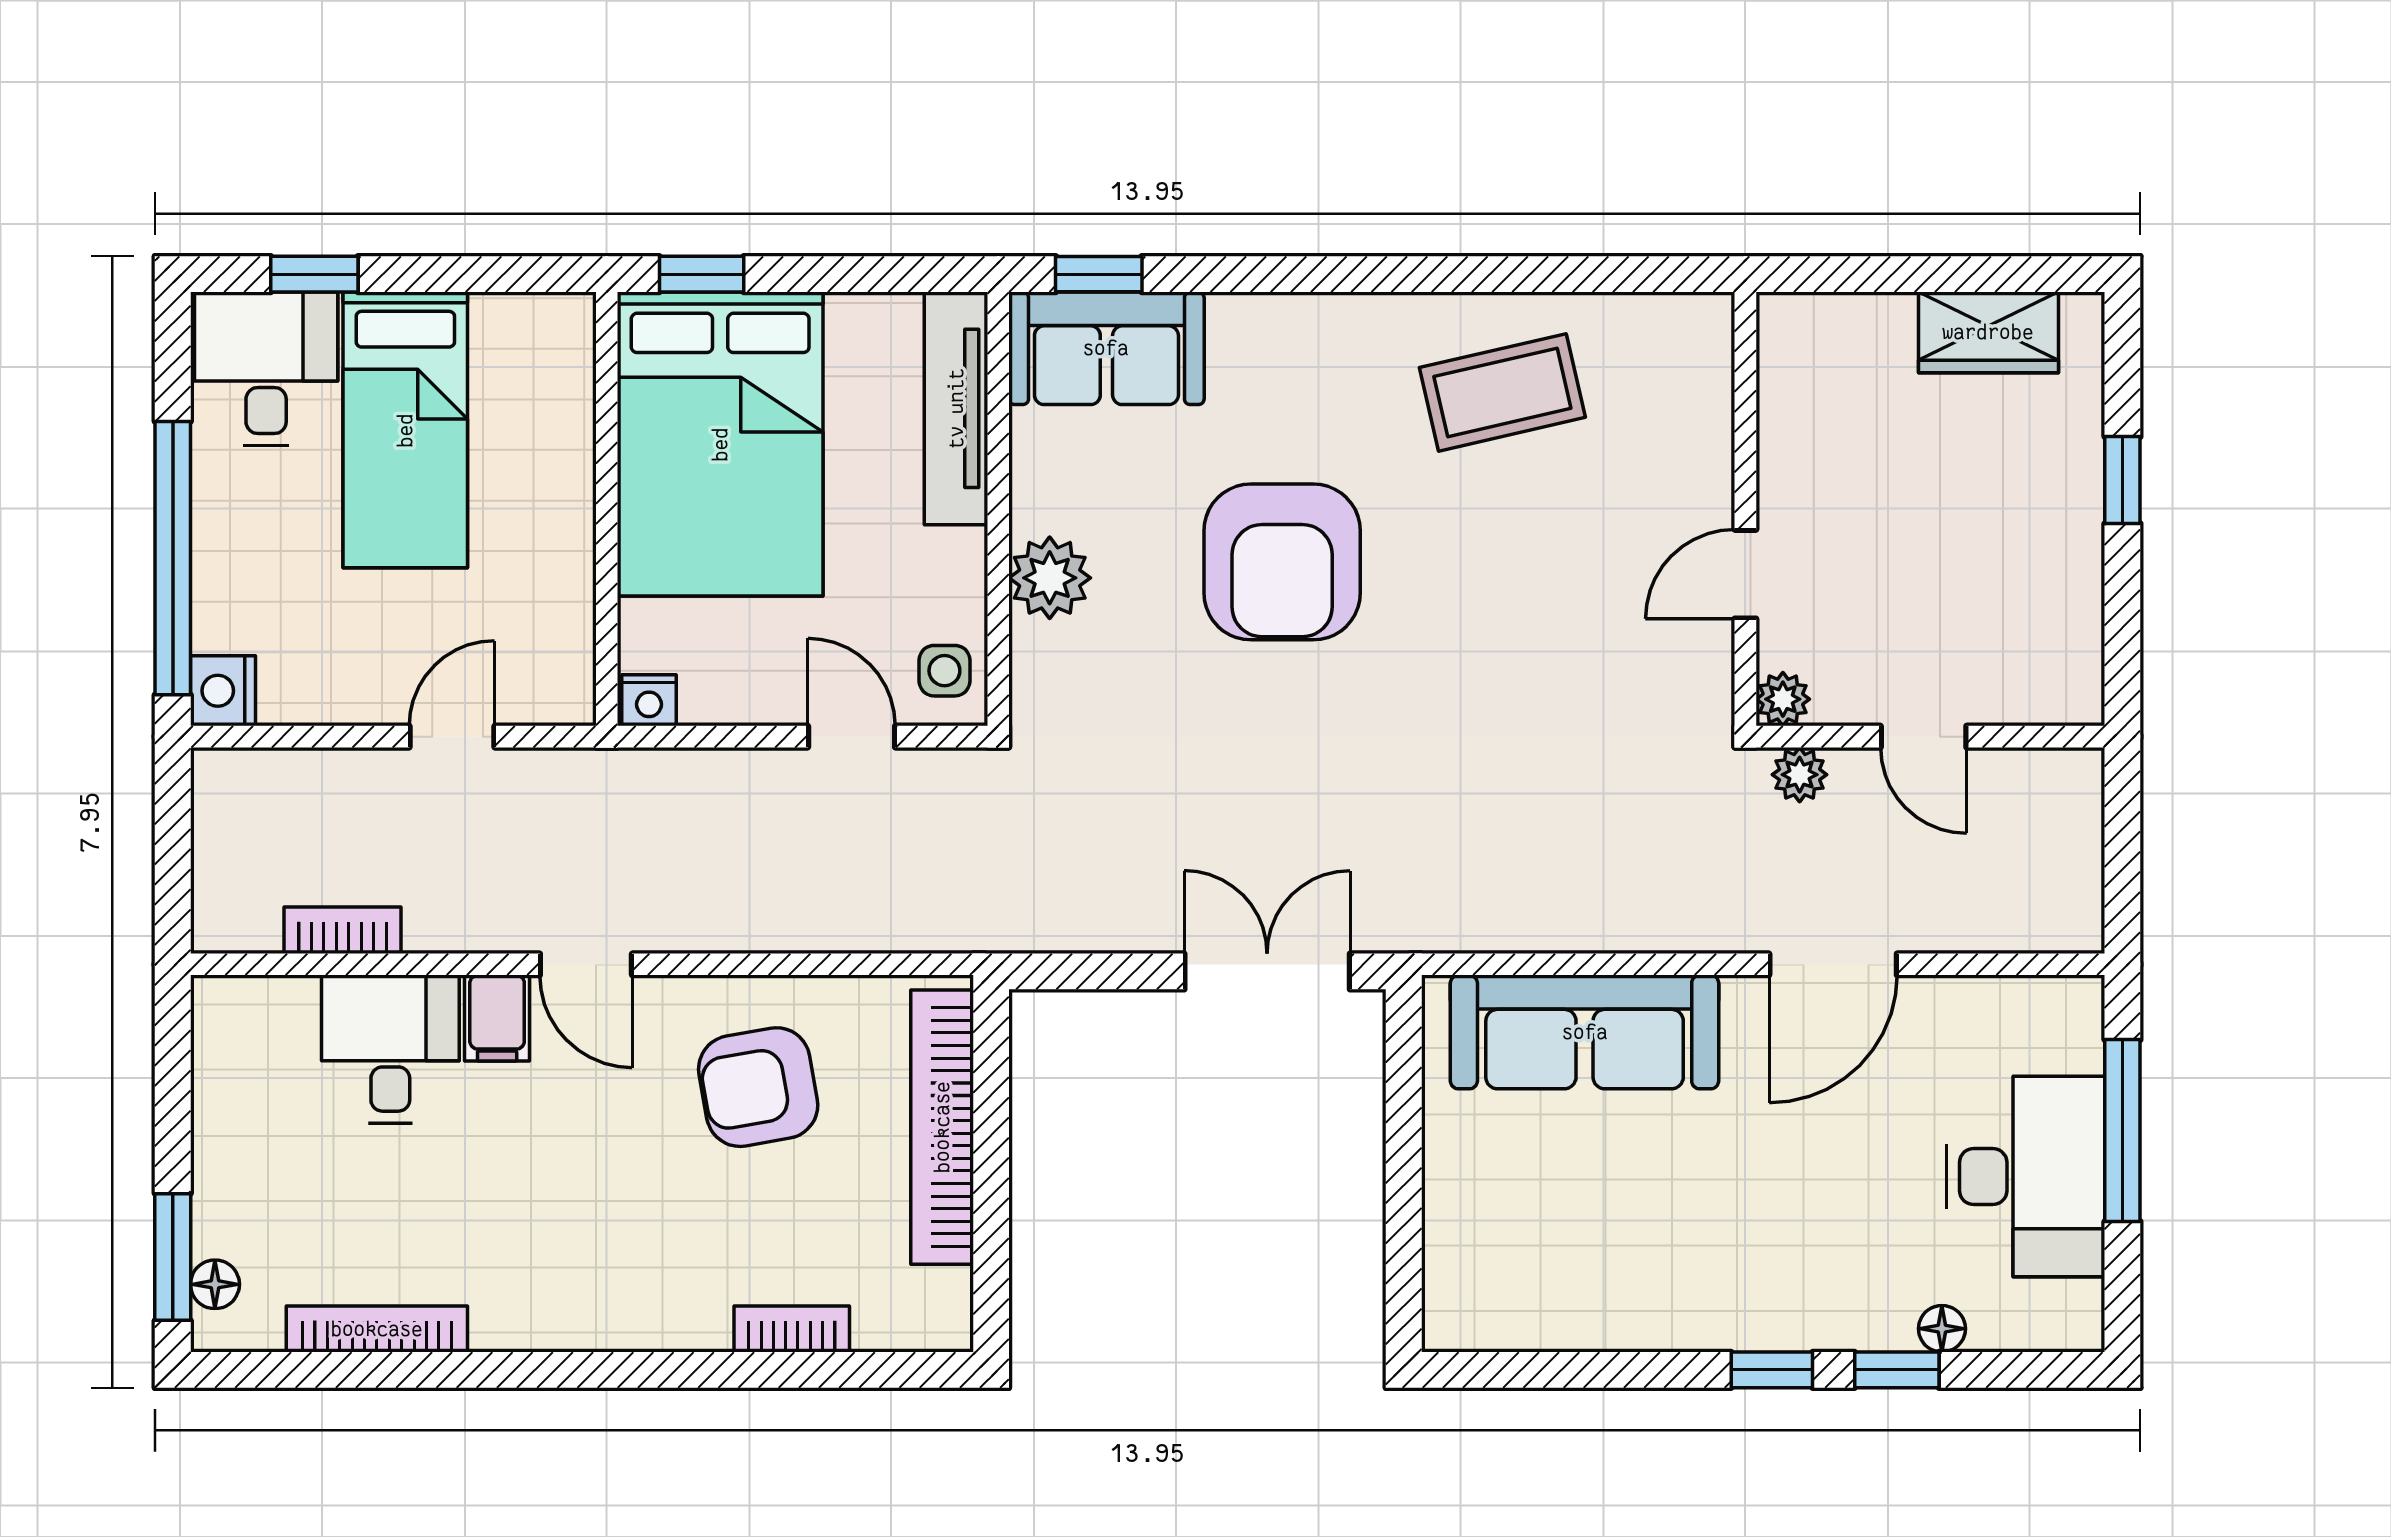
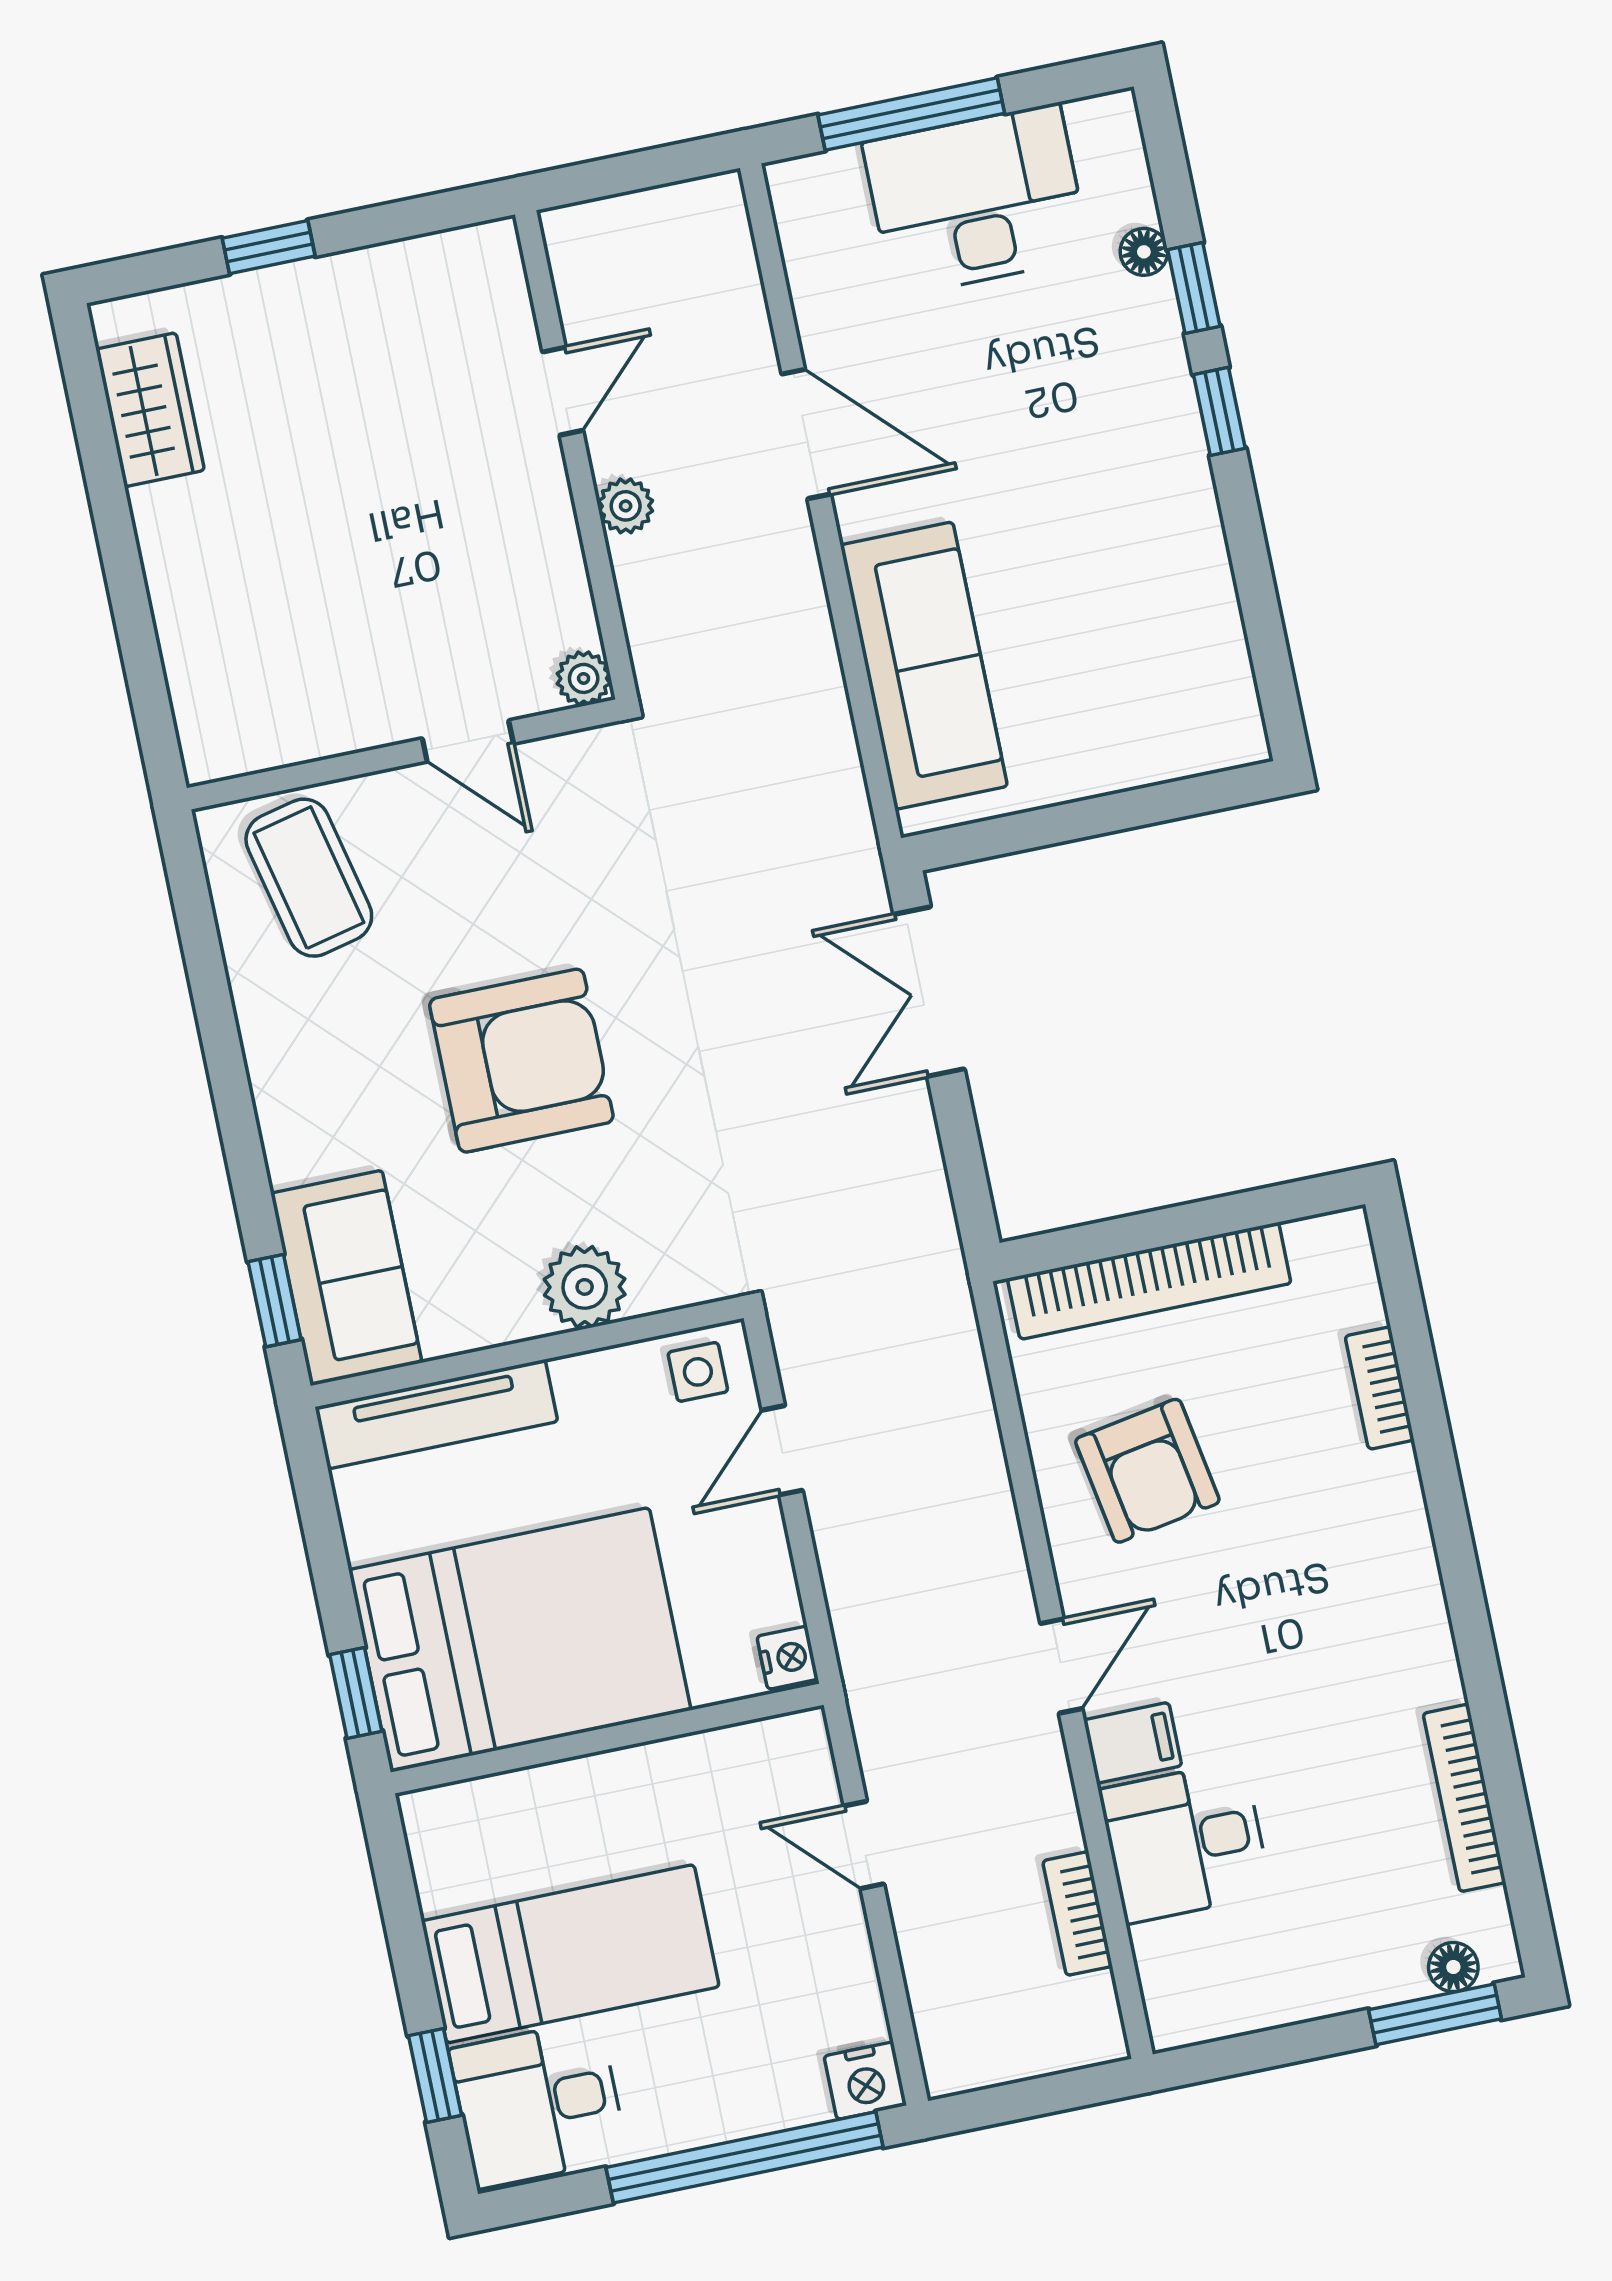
wall: (1745, 509) -> (403, 754), moved
door: (1745, 574) -> (468, 741), moved
plant: (1783, 699) -> (584, 678), moved

